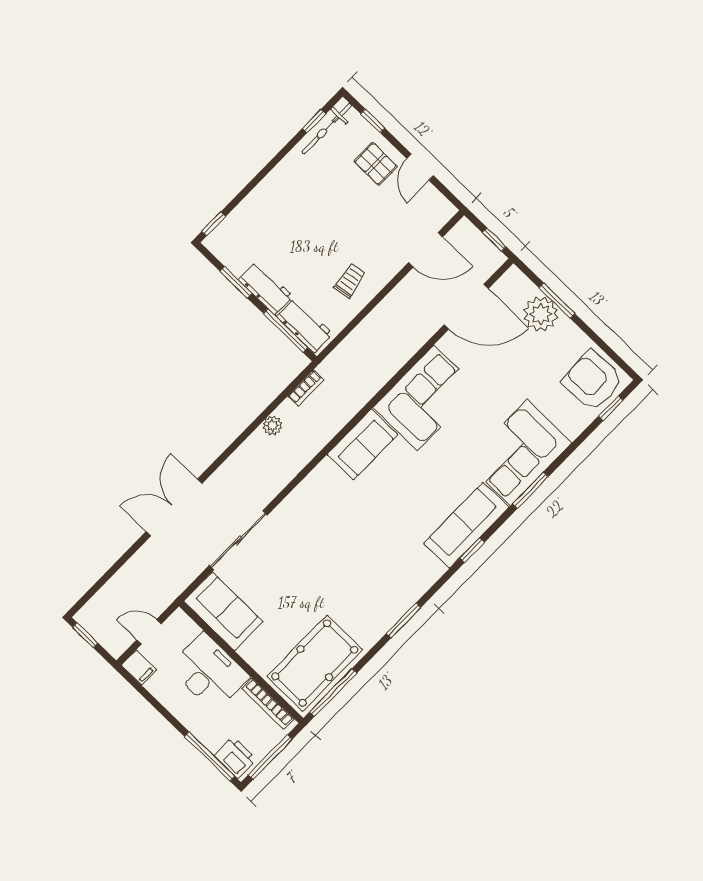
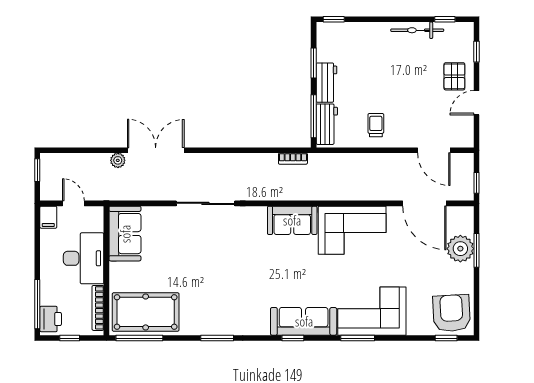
bicycle: (327, 128) -> (417, 30), moved
trolley: (350, 281) -> (376, 125), turned -80
plant: (272, 426) -> (118, 160), moved
sliding door: (238, 540) -> (205, 203), moved
window: (270, 757) -> (70, 338), width x0.46

